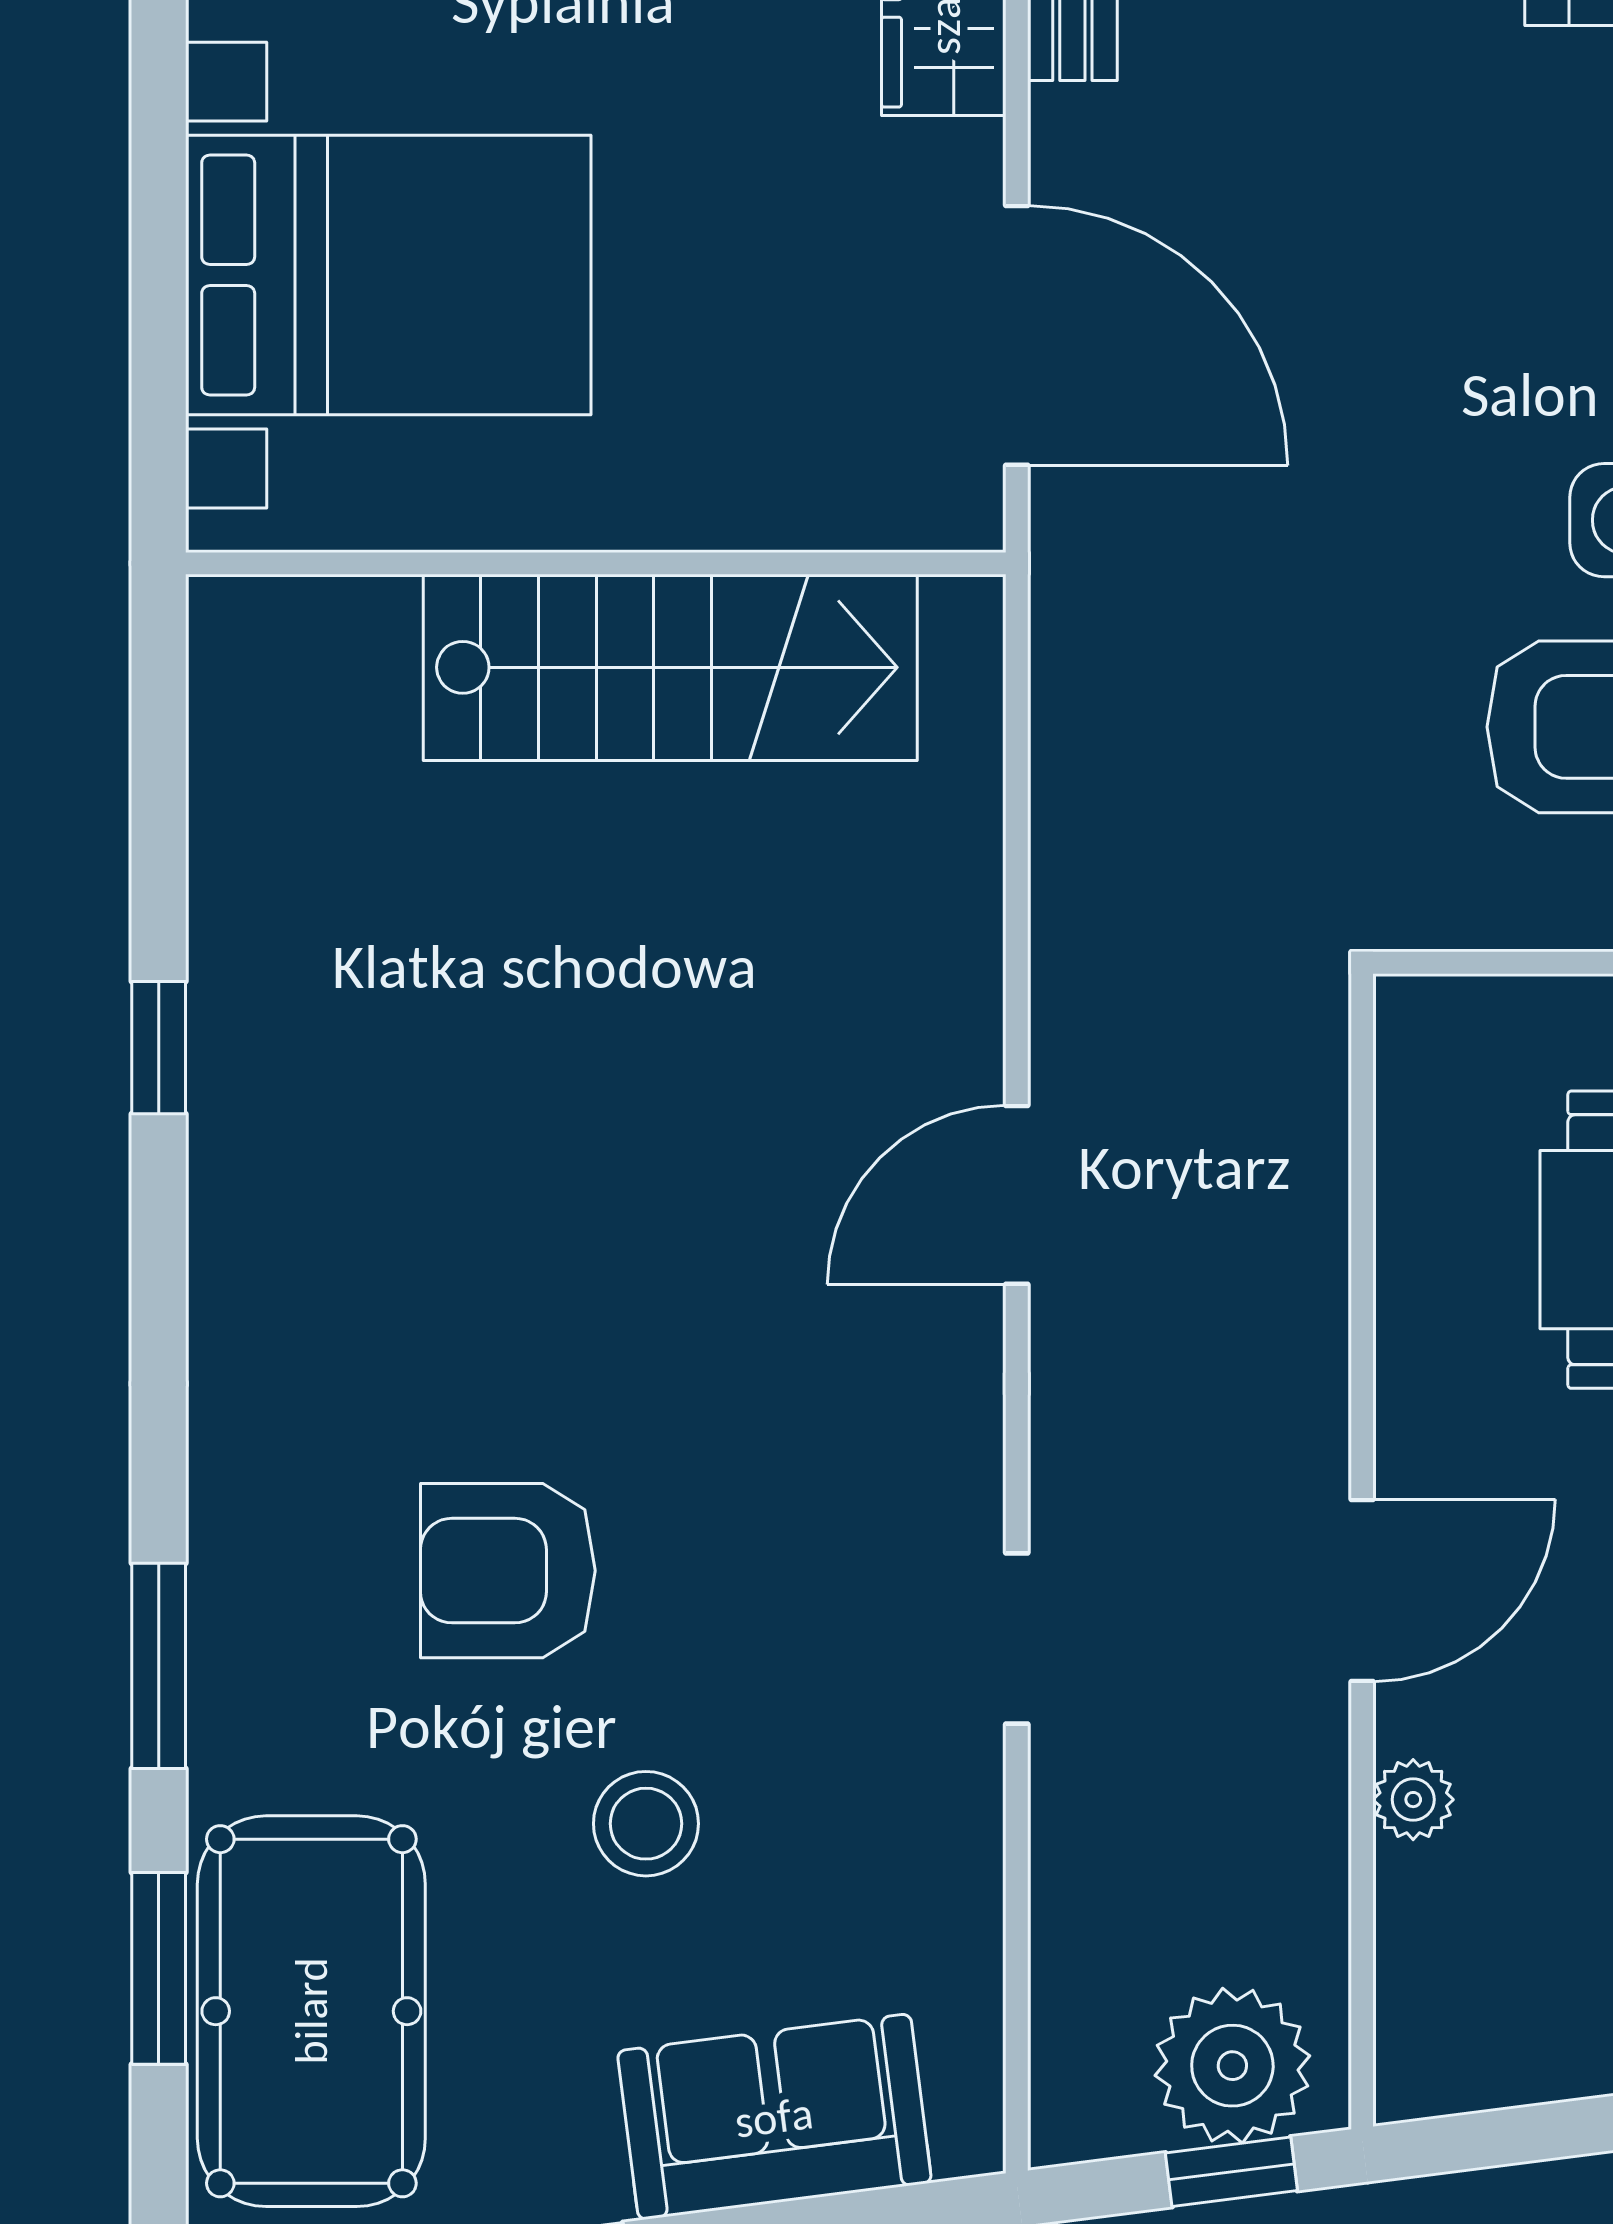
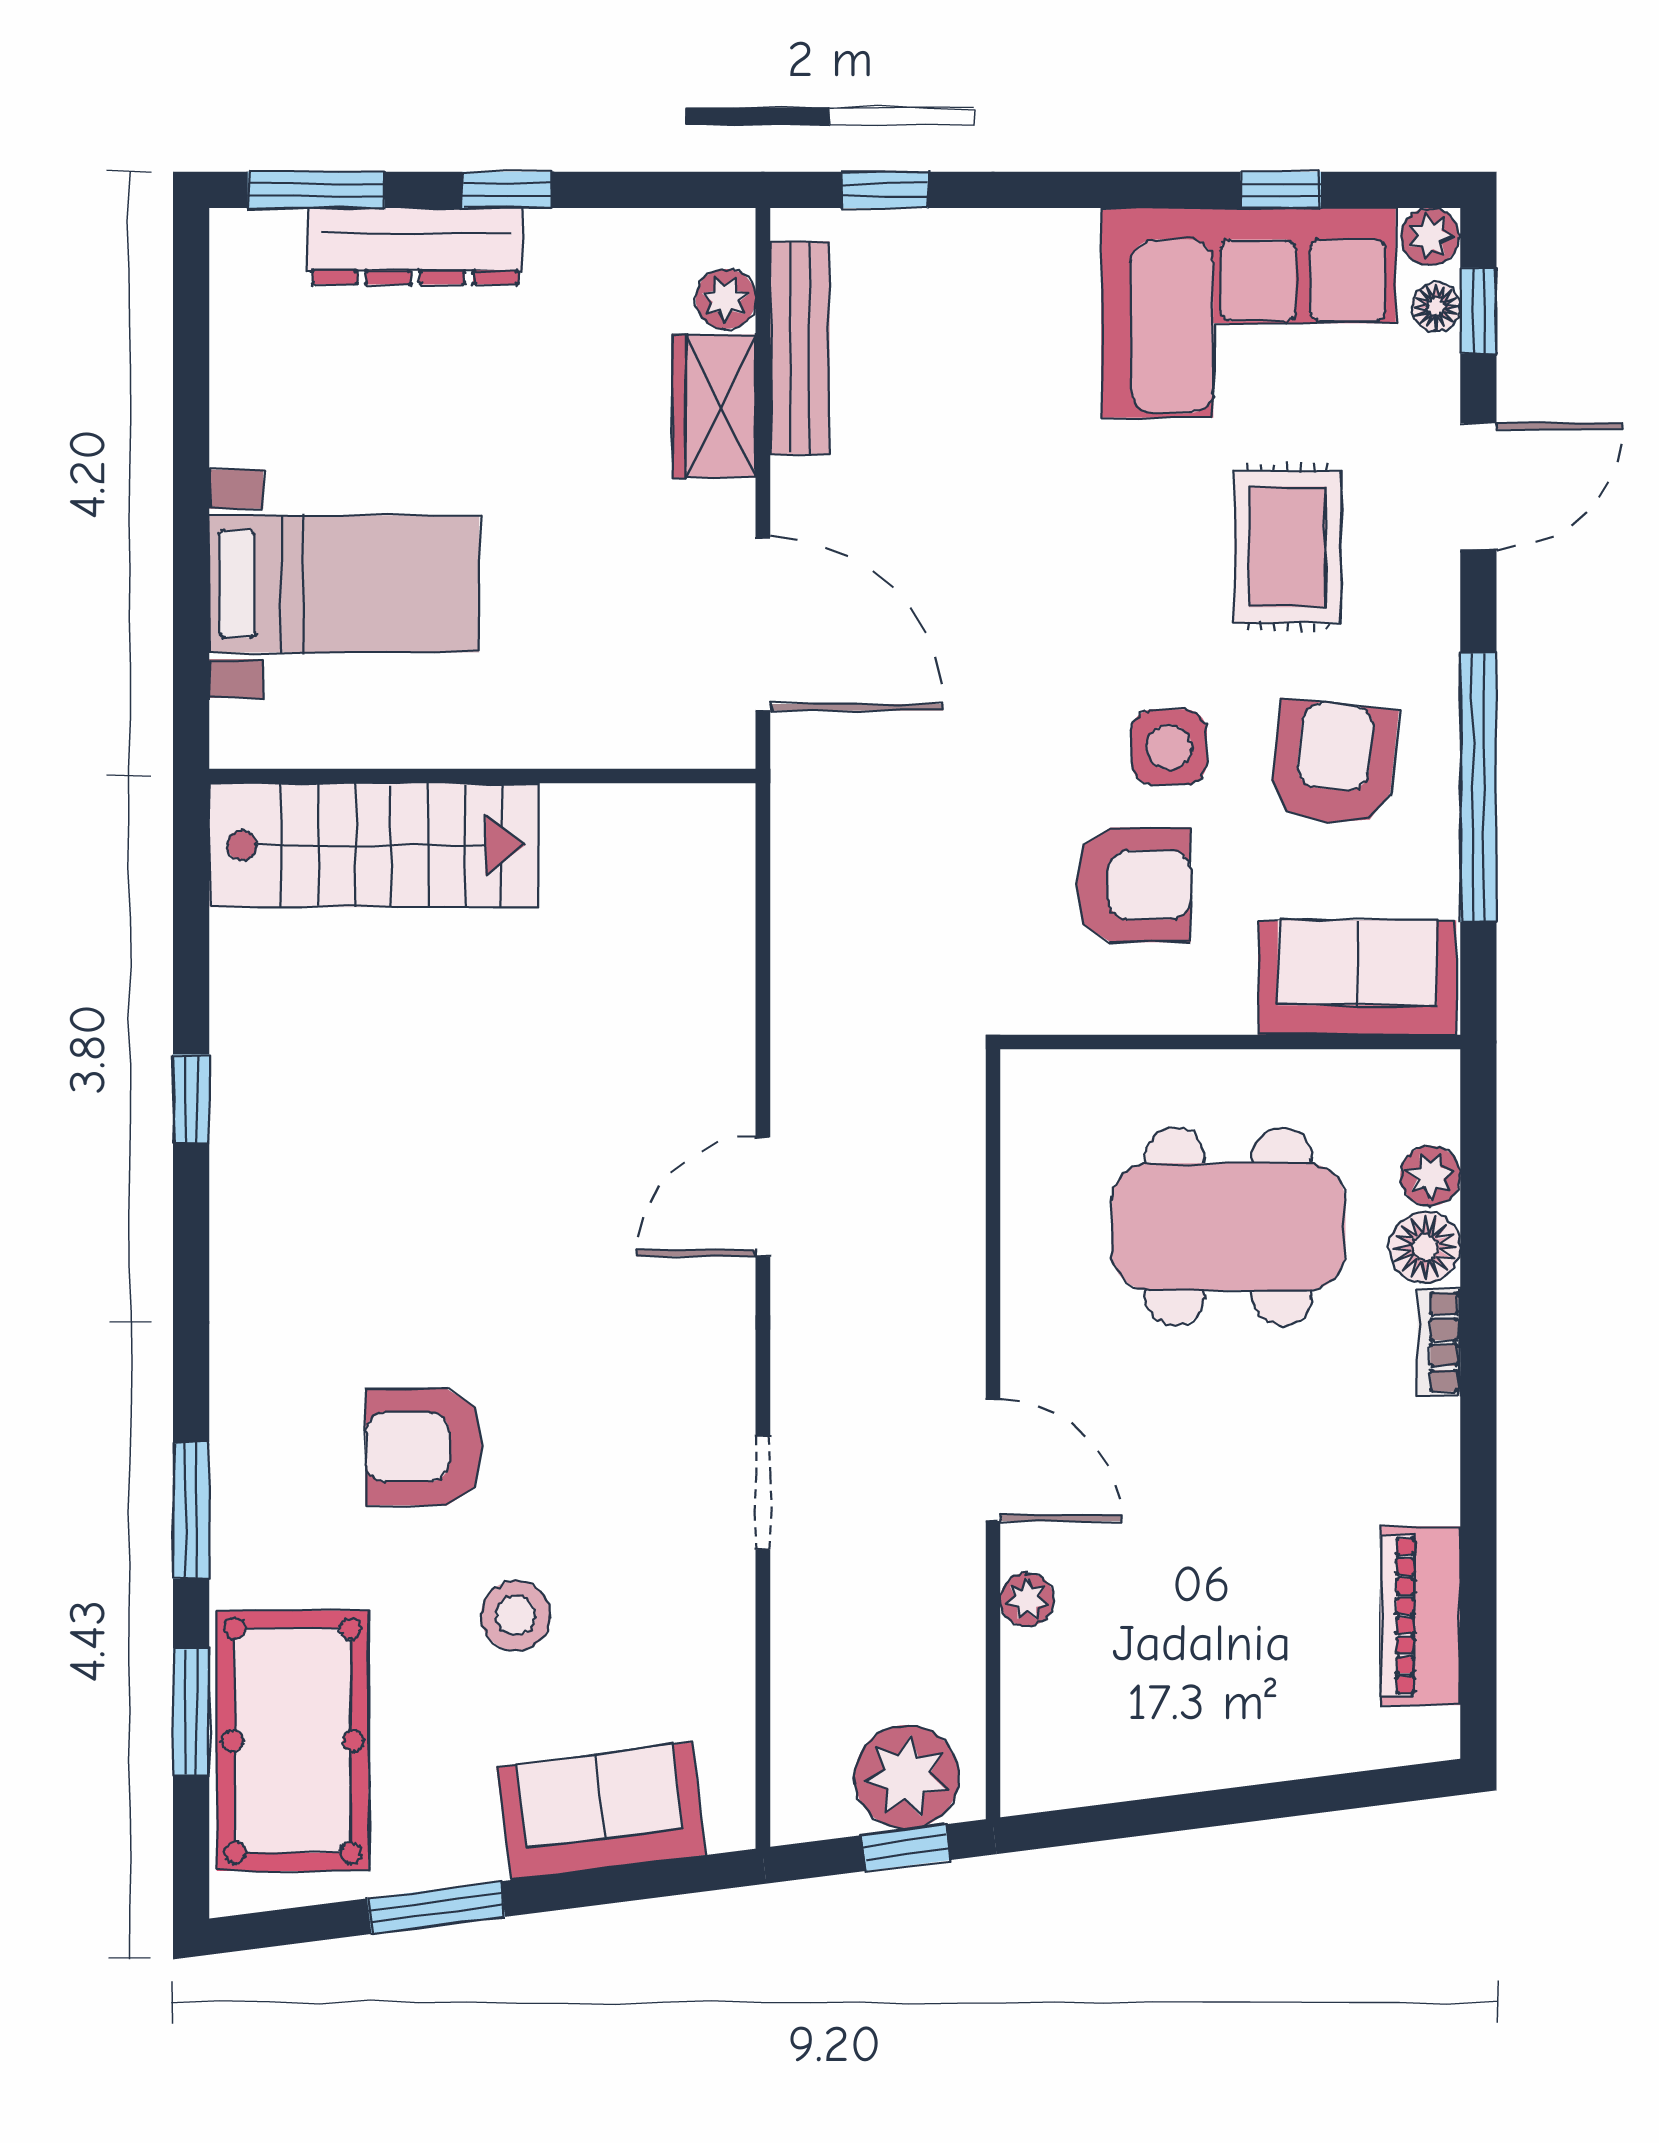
bed with nightstands: (388, 275) -> (344, 584), width x0.73
stairs: (670, 667) -> (374, 845), moved
door: (1362, 1590) -> (993, 1460), hinge flipped

